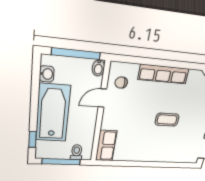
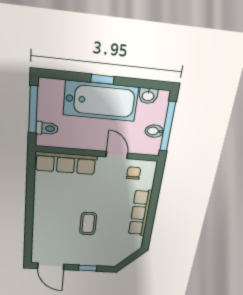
bidet: (98, 68) -> (154, 131), moved
window: (33, 139) -> (102, 79), moved
row of seats: (106, 146) -> (66, 163), width x1.48

